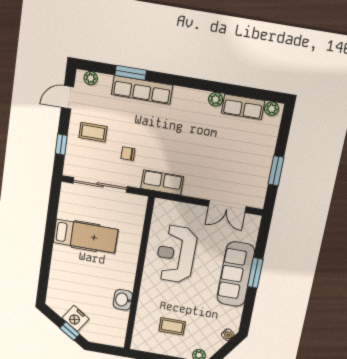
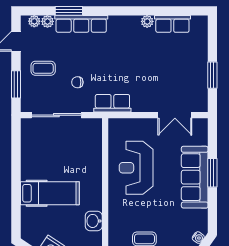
plant: (272, 109) -> (47, 21), moved
window: (61, 145) -> (16, 84), width x1.50
hospital bed: (86, 236) -> (50, 193), moved

